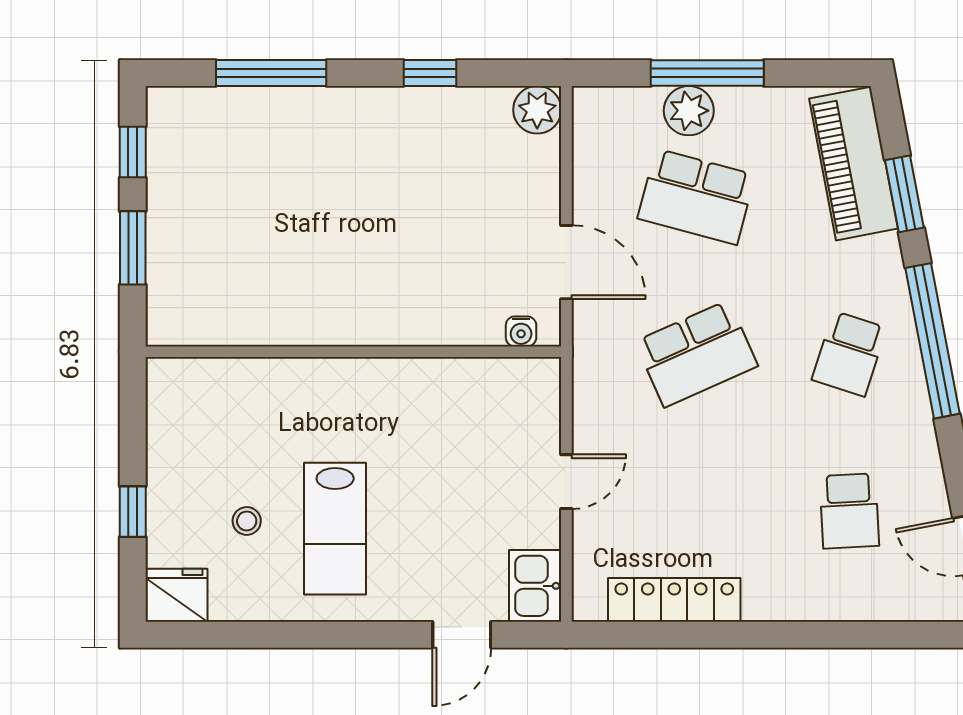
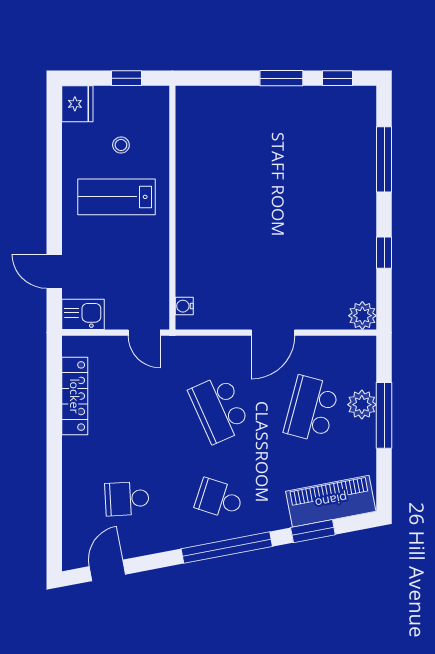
water cooler: (521, 331) -> (184, 306), moved
wall: (353, 352) -> (172, 208), moved

